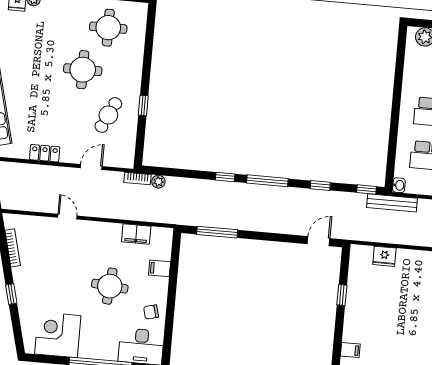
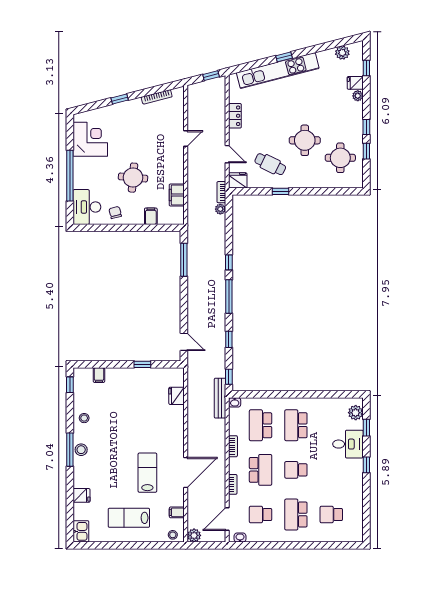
fridge: (125, 157) -> (238, 180), added

